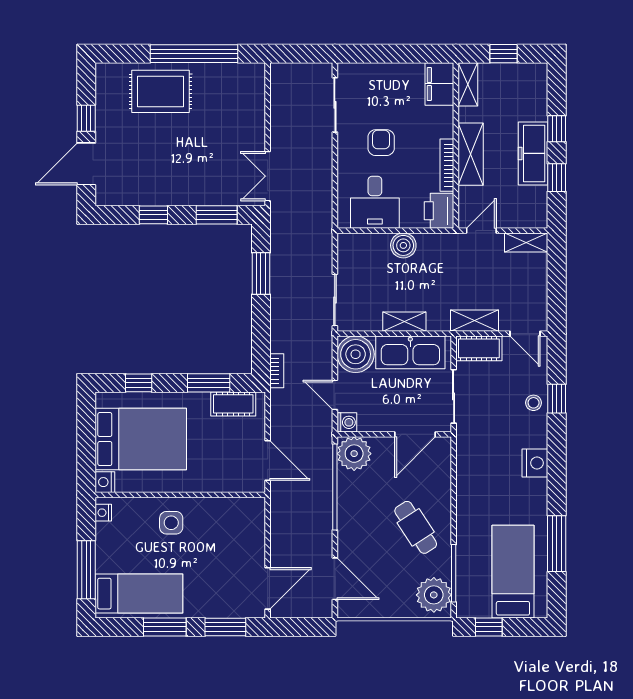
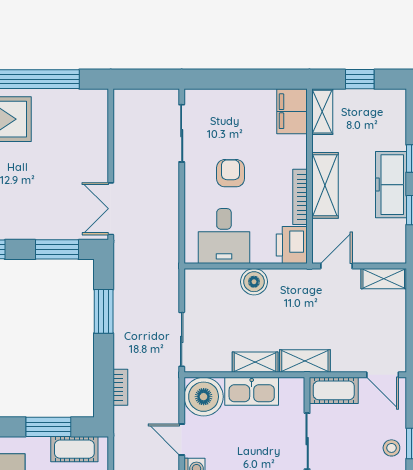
shelving: (475, 321) -> (305, 361), moved
kitchen sink: (410, 352) -> (252, 391), width x0.73, depth x0.81
bookcase: (277, 371) -> (120, 387), moved

